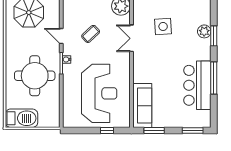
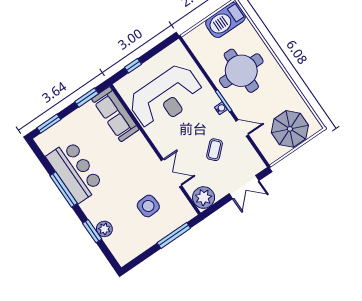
reception desk: (99, 93) -> (166, 97), turned -90

